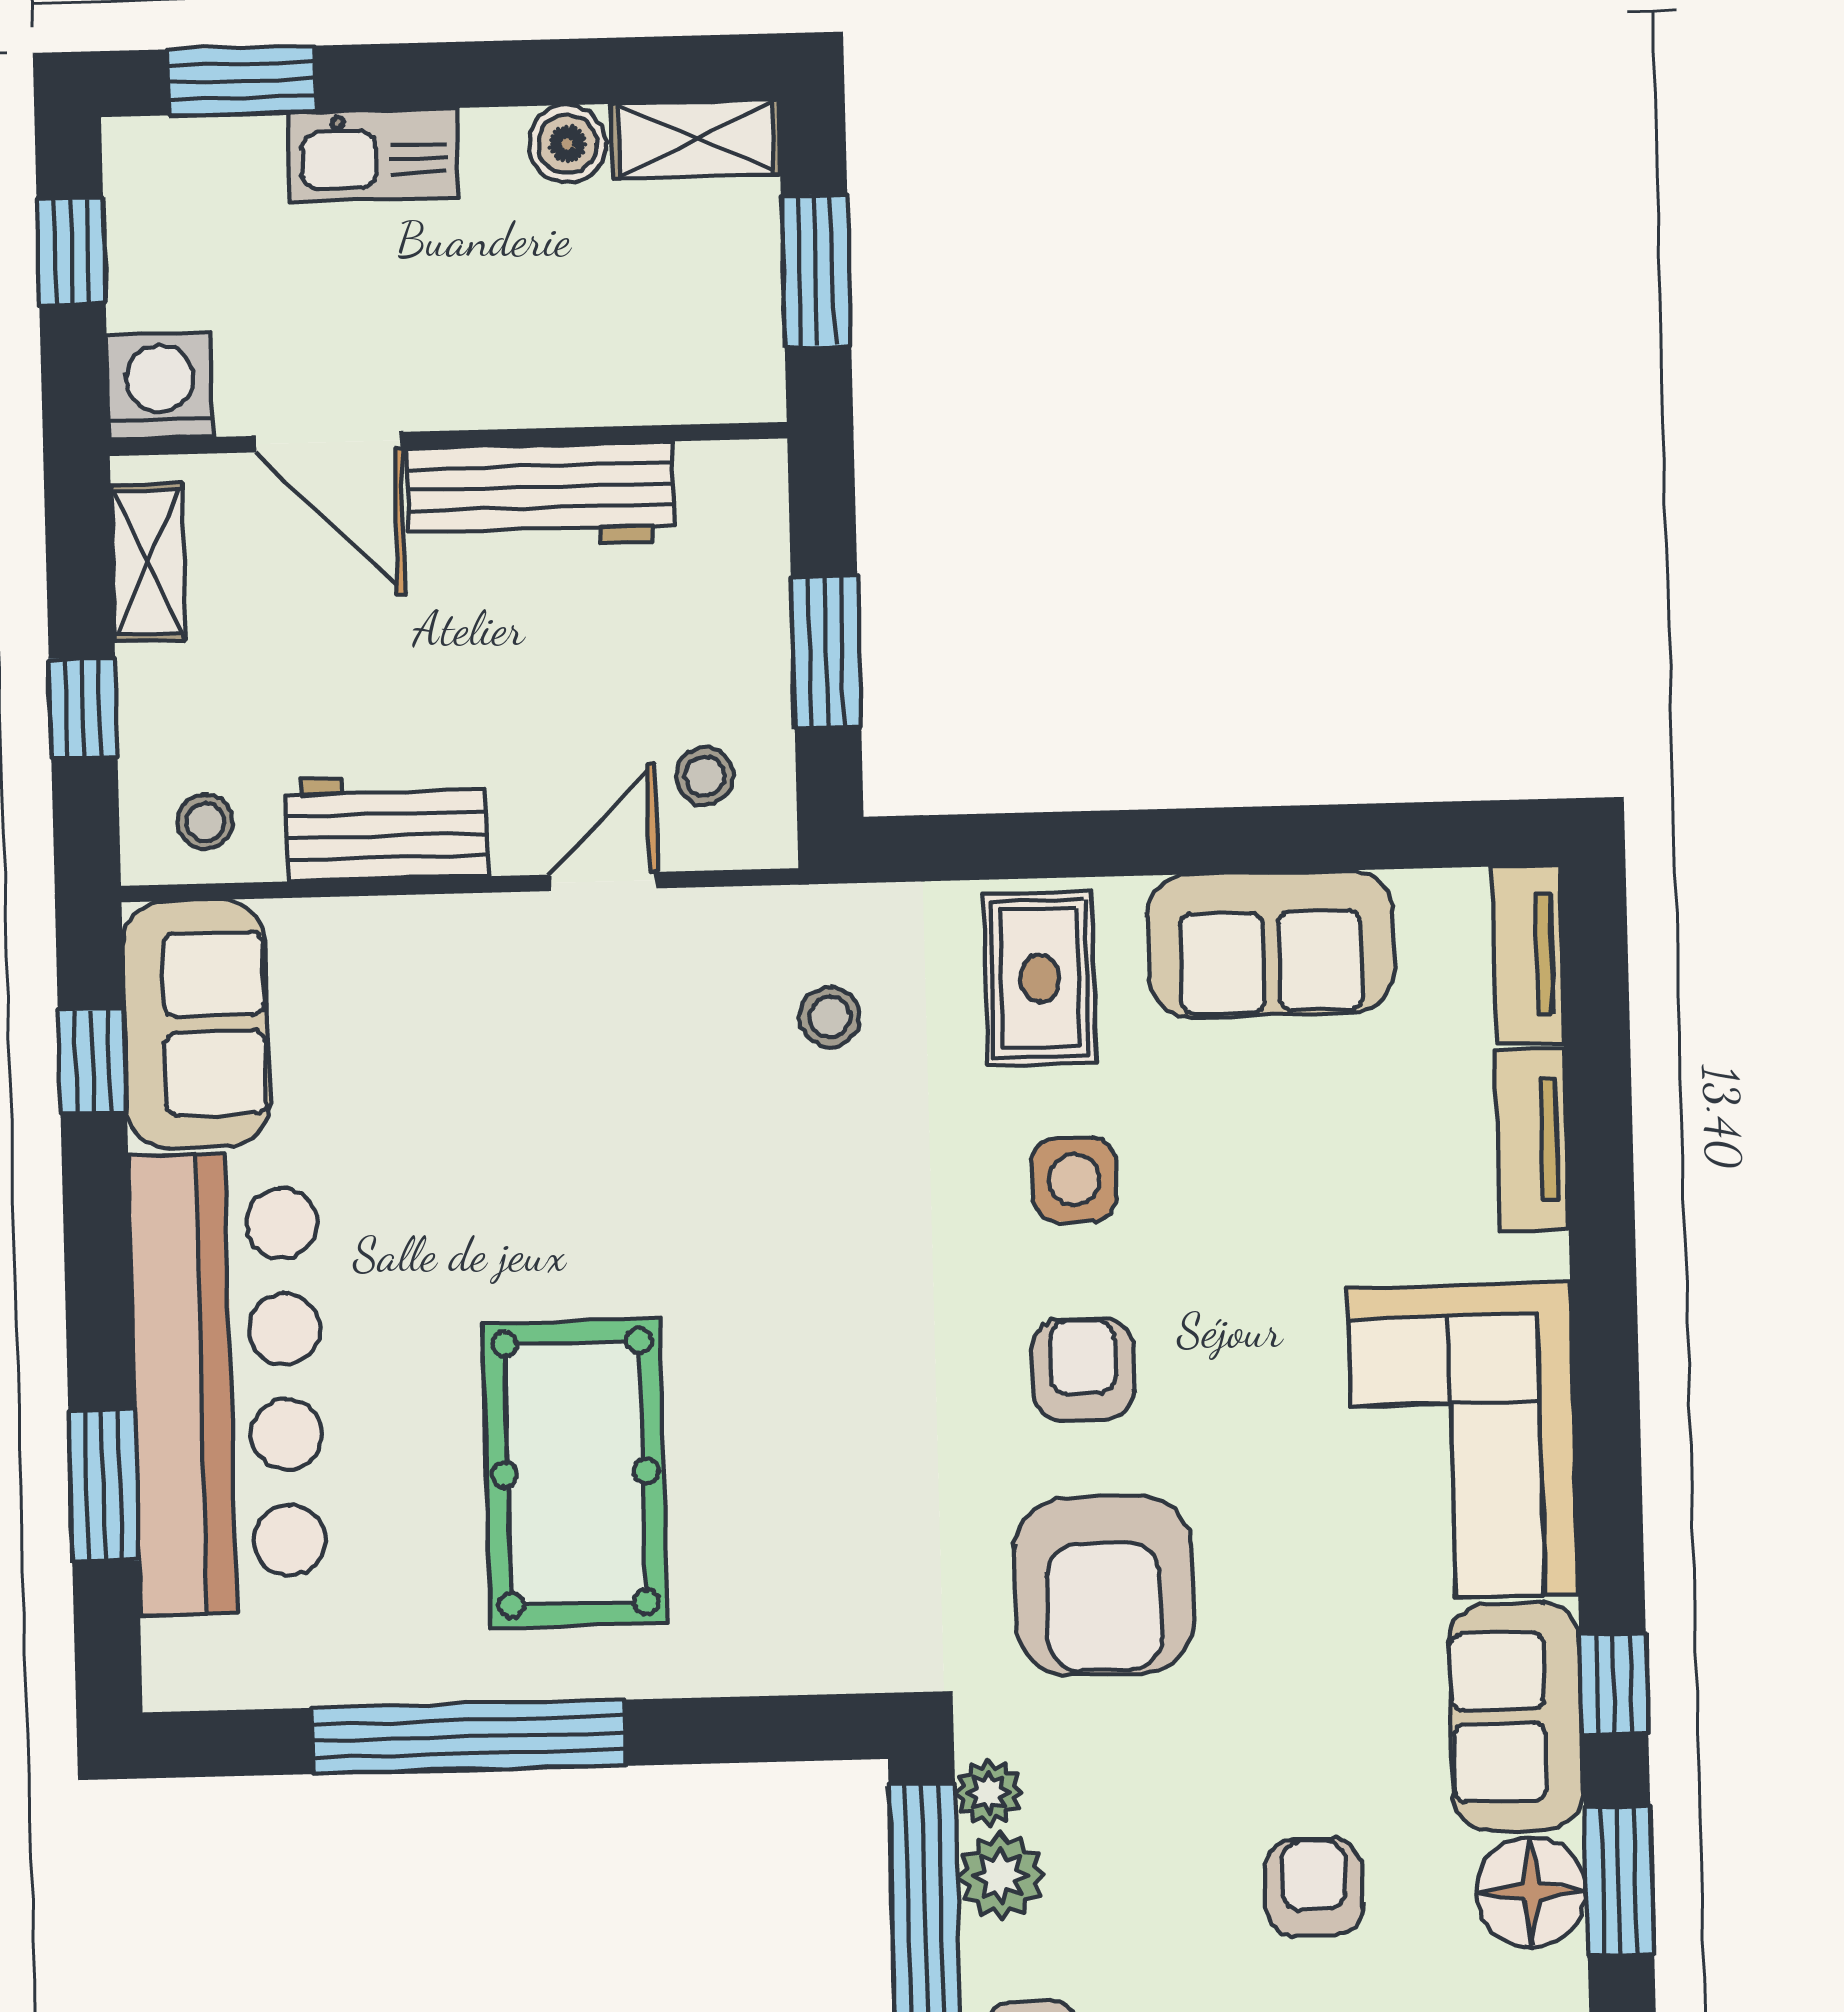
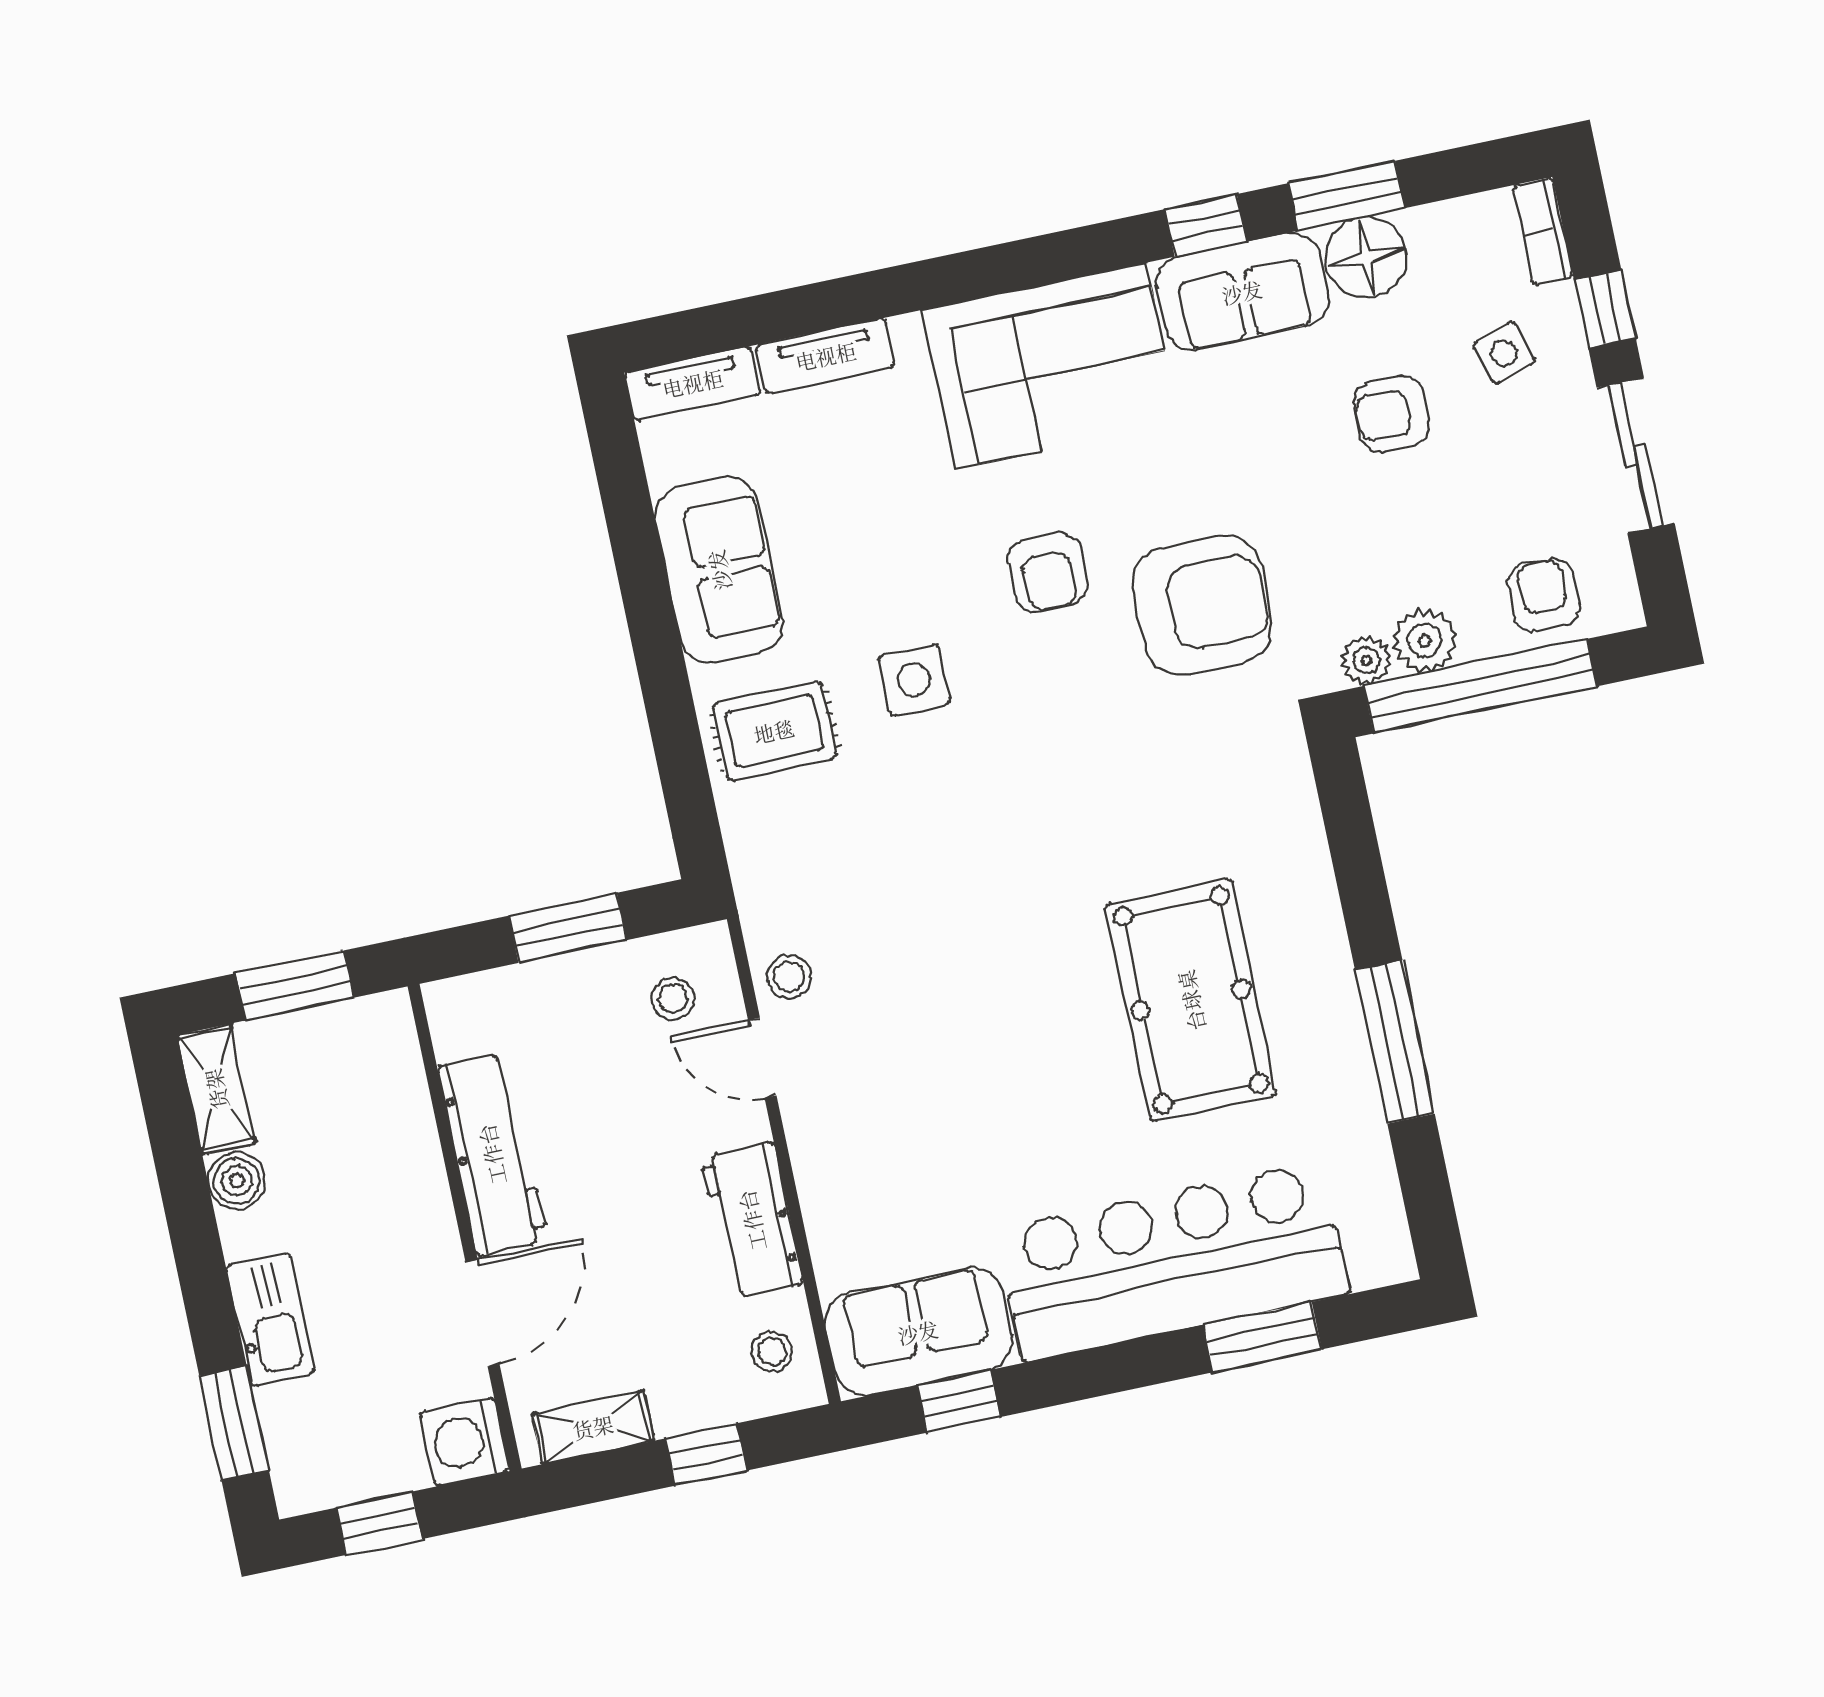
stool: (830, 1017) -> (789, 977), moved
armchair: (1083, 1370) -> (1048, 572), moved, turned -90
pool table: (575, 1473) -> (1191, 1000), turned 90
window: (468, 1737) -> (1395, 1042), width x0.68

